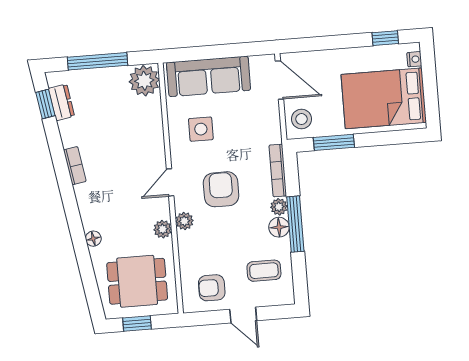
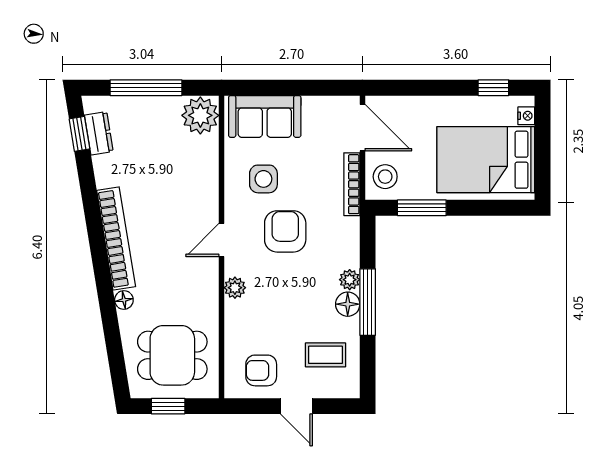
sofa: (209, 76) -> (265, 116), width x0.73
bookcase: (75, 166) -> (116, 238), width x2.31, depth x1.31
bookcase: (278, 170) -> (352, 184), moved
armchair: (221, 189) -> (285, 231), moved
plant: (163, 229) -> (208, 295), removed

